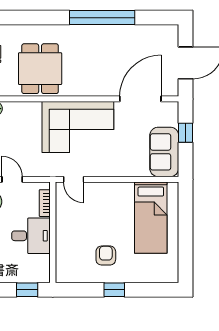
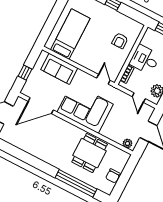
window: (102, 18) -> (76, 183), moved
sofa: (164, 152) -> (59, 69), moved, turned 90
armchair: (106, 256) -> (120, 41), moved

